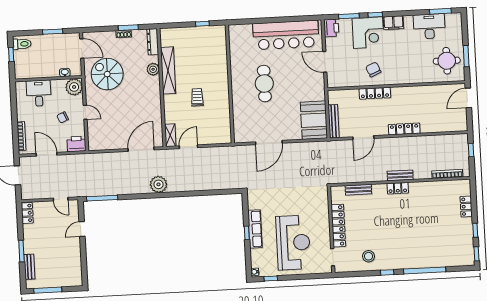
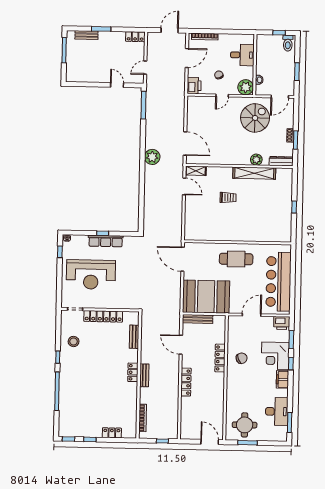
wall: (230, 84) -> (238, 242), moved
booth: (314, 120) -> (206, 297), width x1.36, depth x1.42

